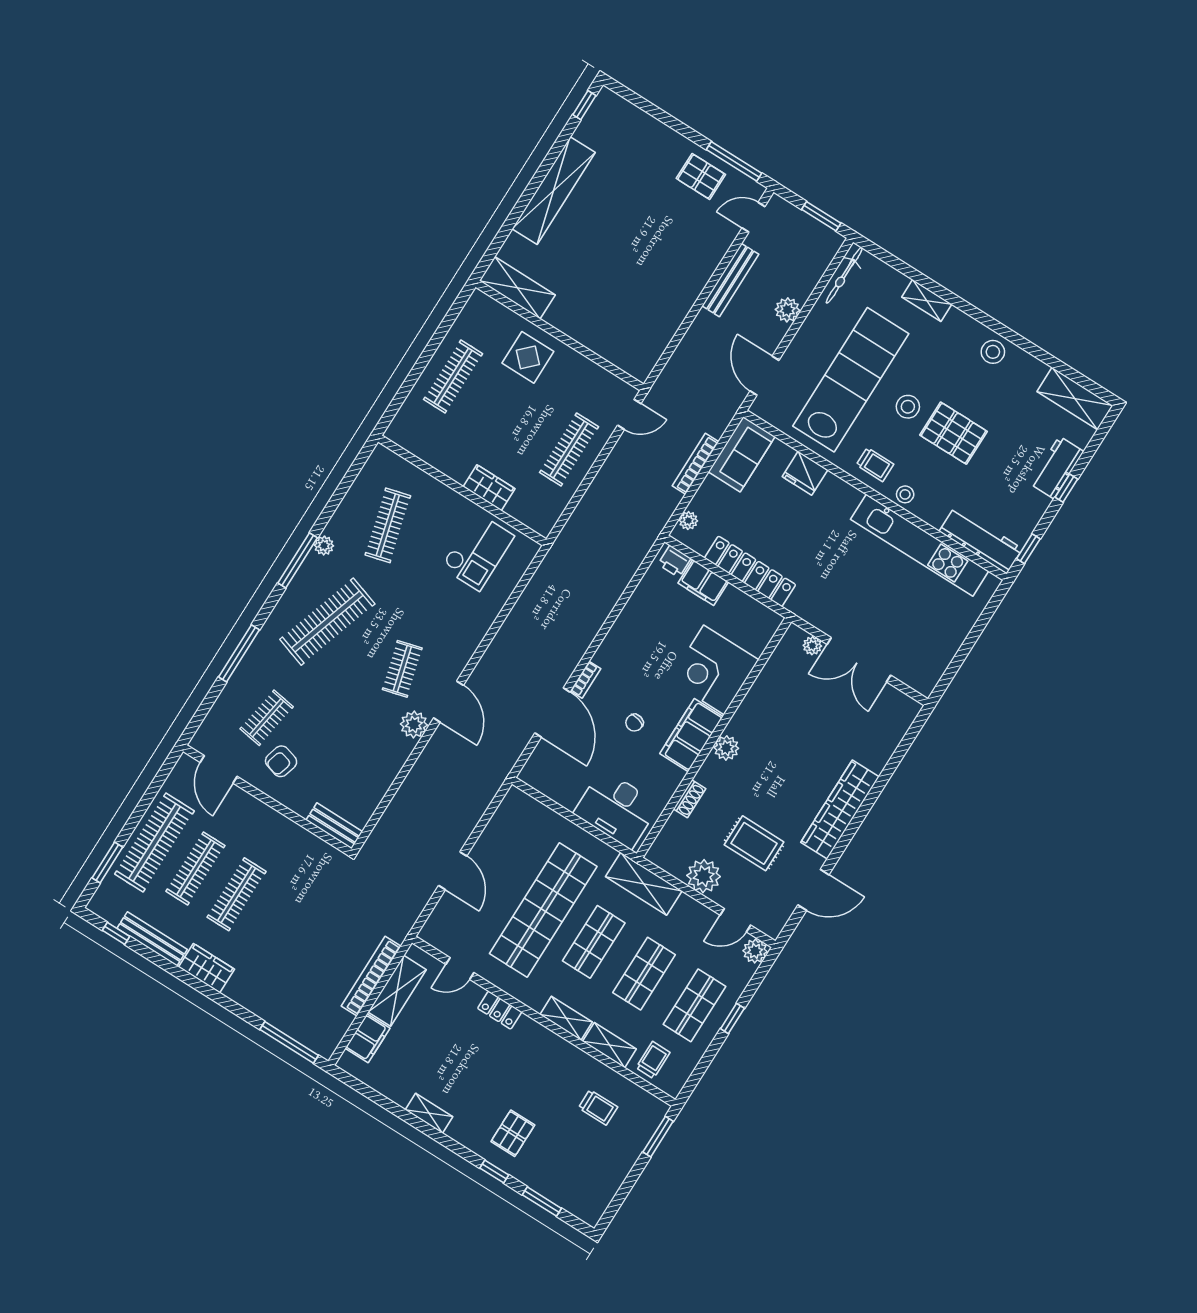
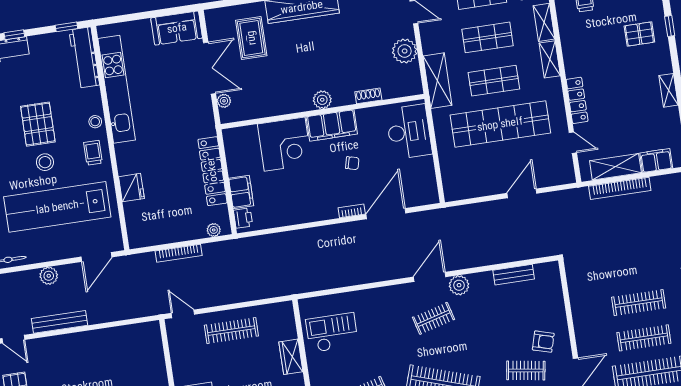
sofa: (742, 454) -> (177, 28), moved, turned 180
bench: (334, 826) -> (514, 275), moved, turned 90
rug: (754, 843) -> (251, 38), moved
locker: (500, 1010) -> (577, 100), width x1.53

